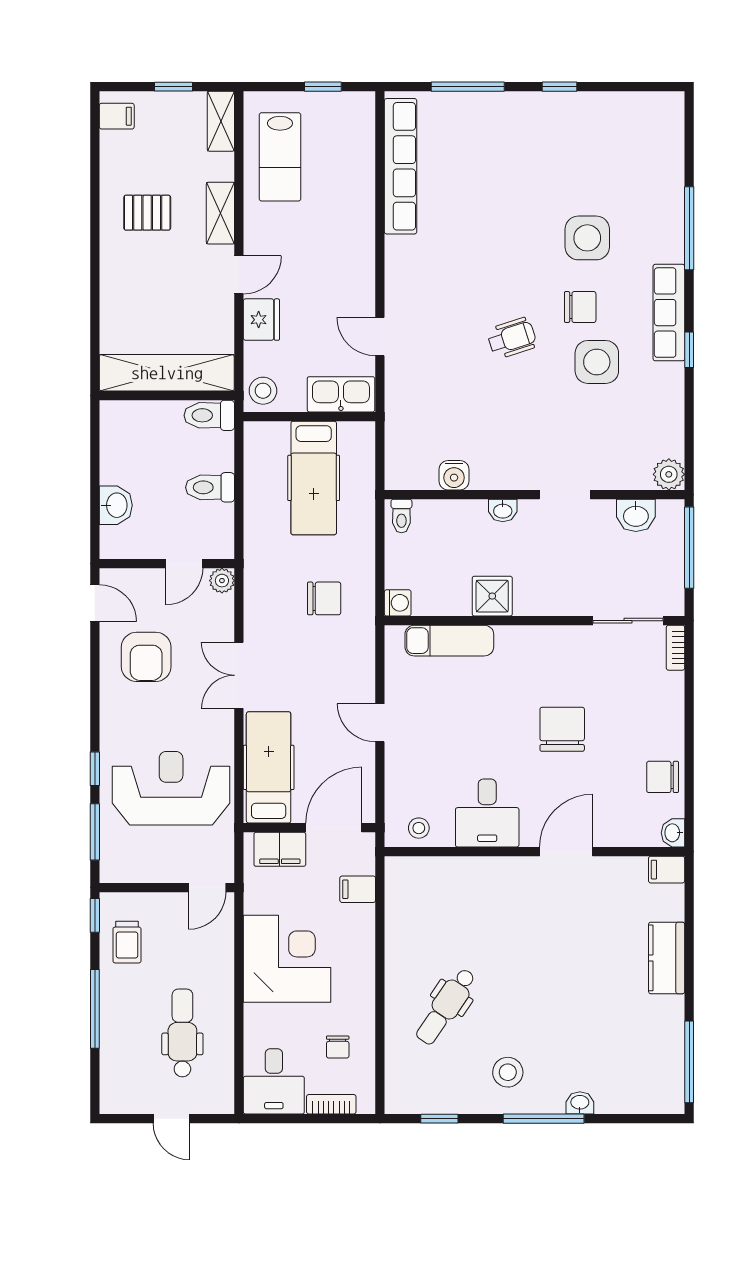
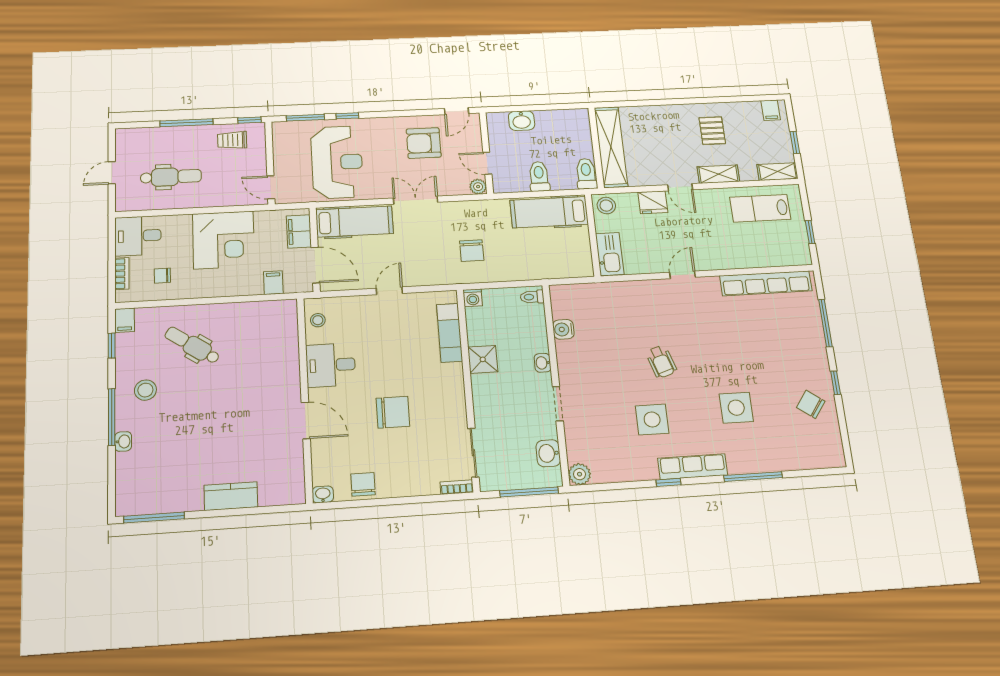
chair: (580, 307) -> (811, 404), moved, turned 126
door: (380, 337) -> (683, 275), moved
hospital bed: (314, 478) -> (549, 212), moved
filing cabinet: (667, 870) -> (125, 320), moved, turned 180

